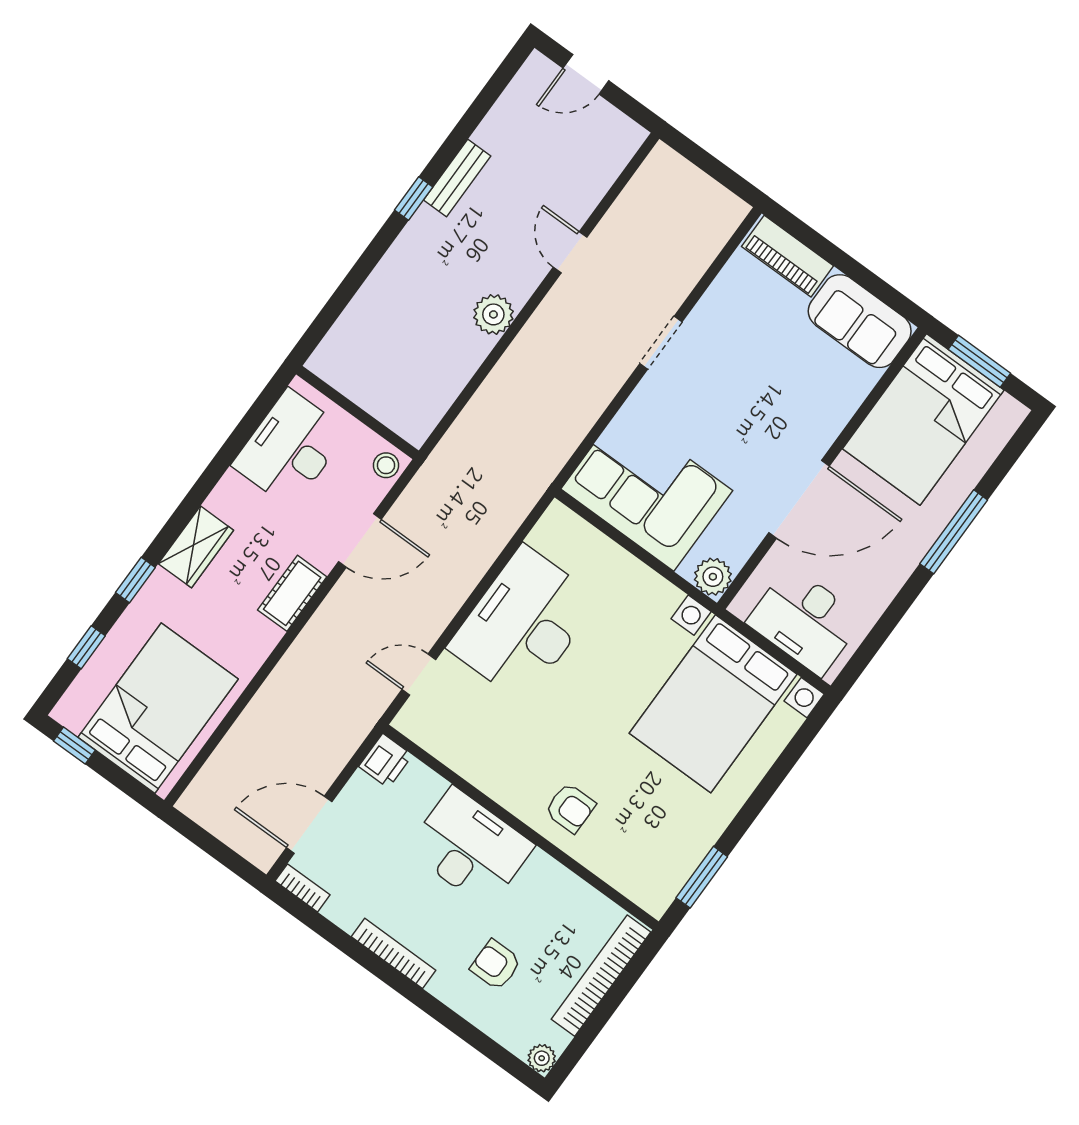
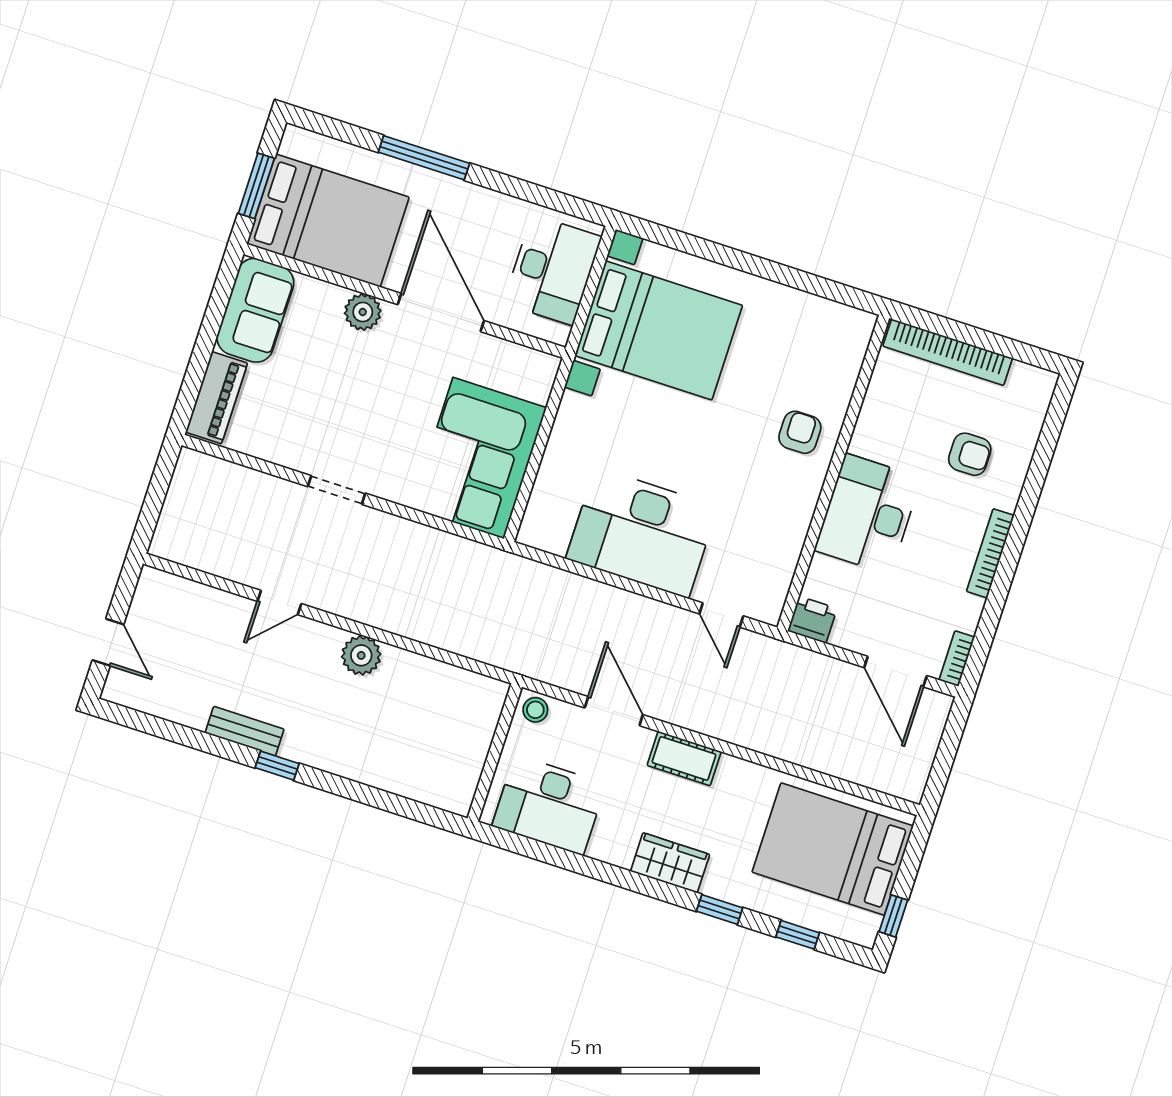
plant: (713, 577) -> (363, 312), moved
window: (702, 877) -> (825, 288), removed
armchair: (496, 965) -> (970, 454), turned -90
plant: (542, 1058) -> (1043, 382), removed

